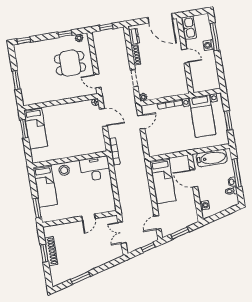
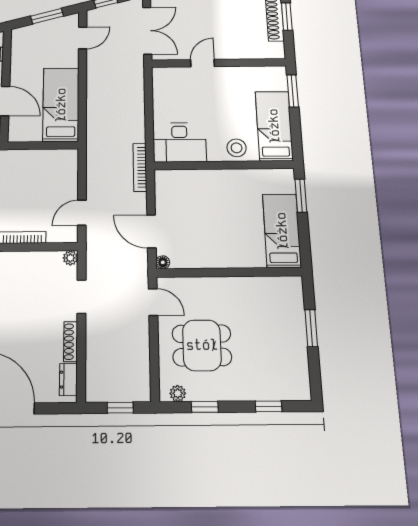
window: (24, 40) -> (269, 406), moved
window: (24, 129) -> (301, 196), moved
double door: (122, 233) -> (147, 31), width x1.37

